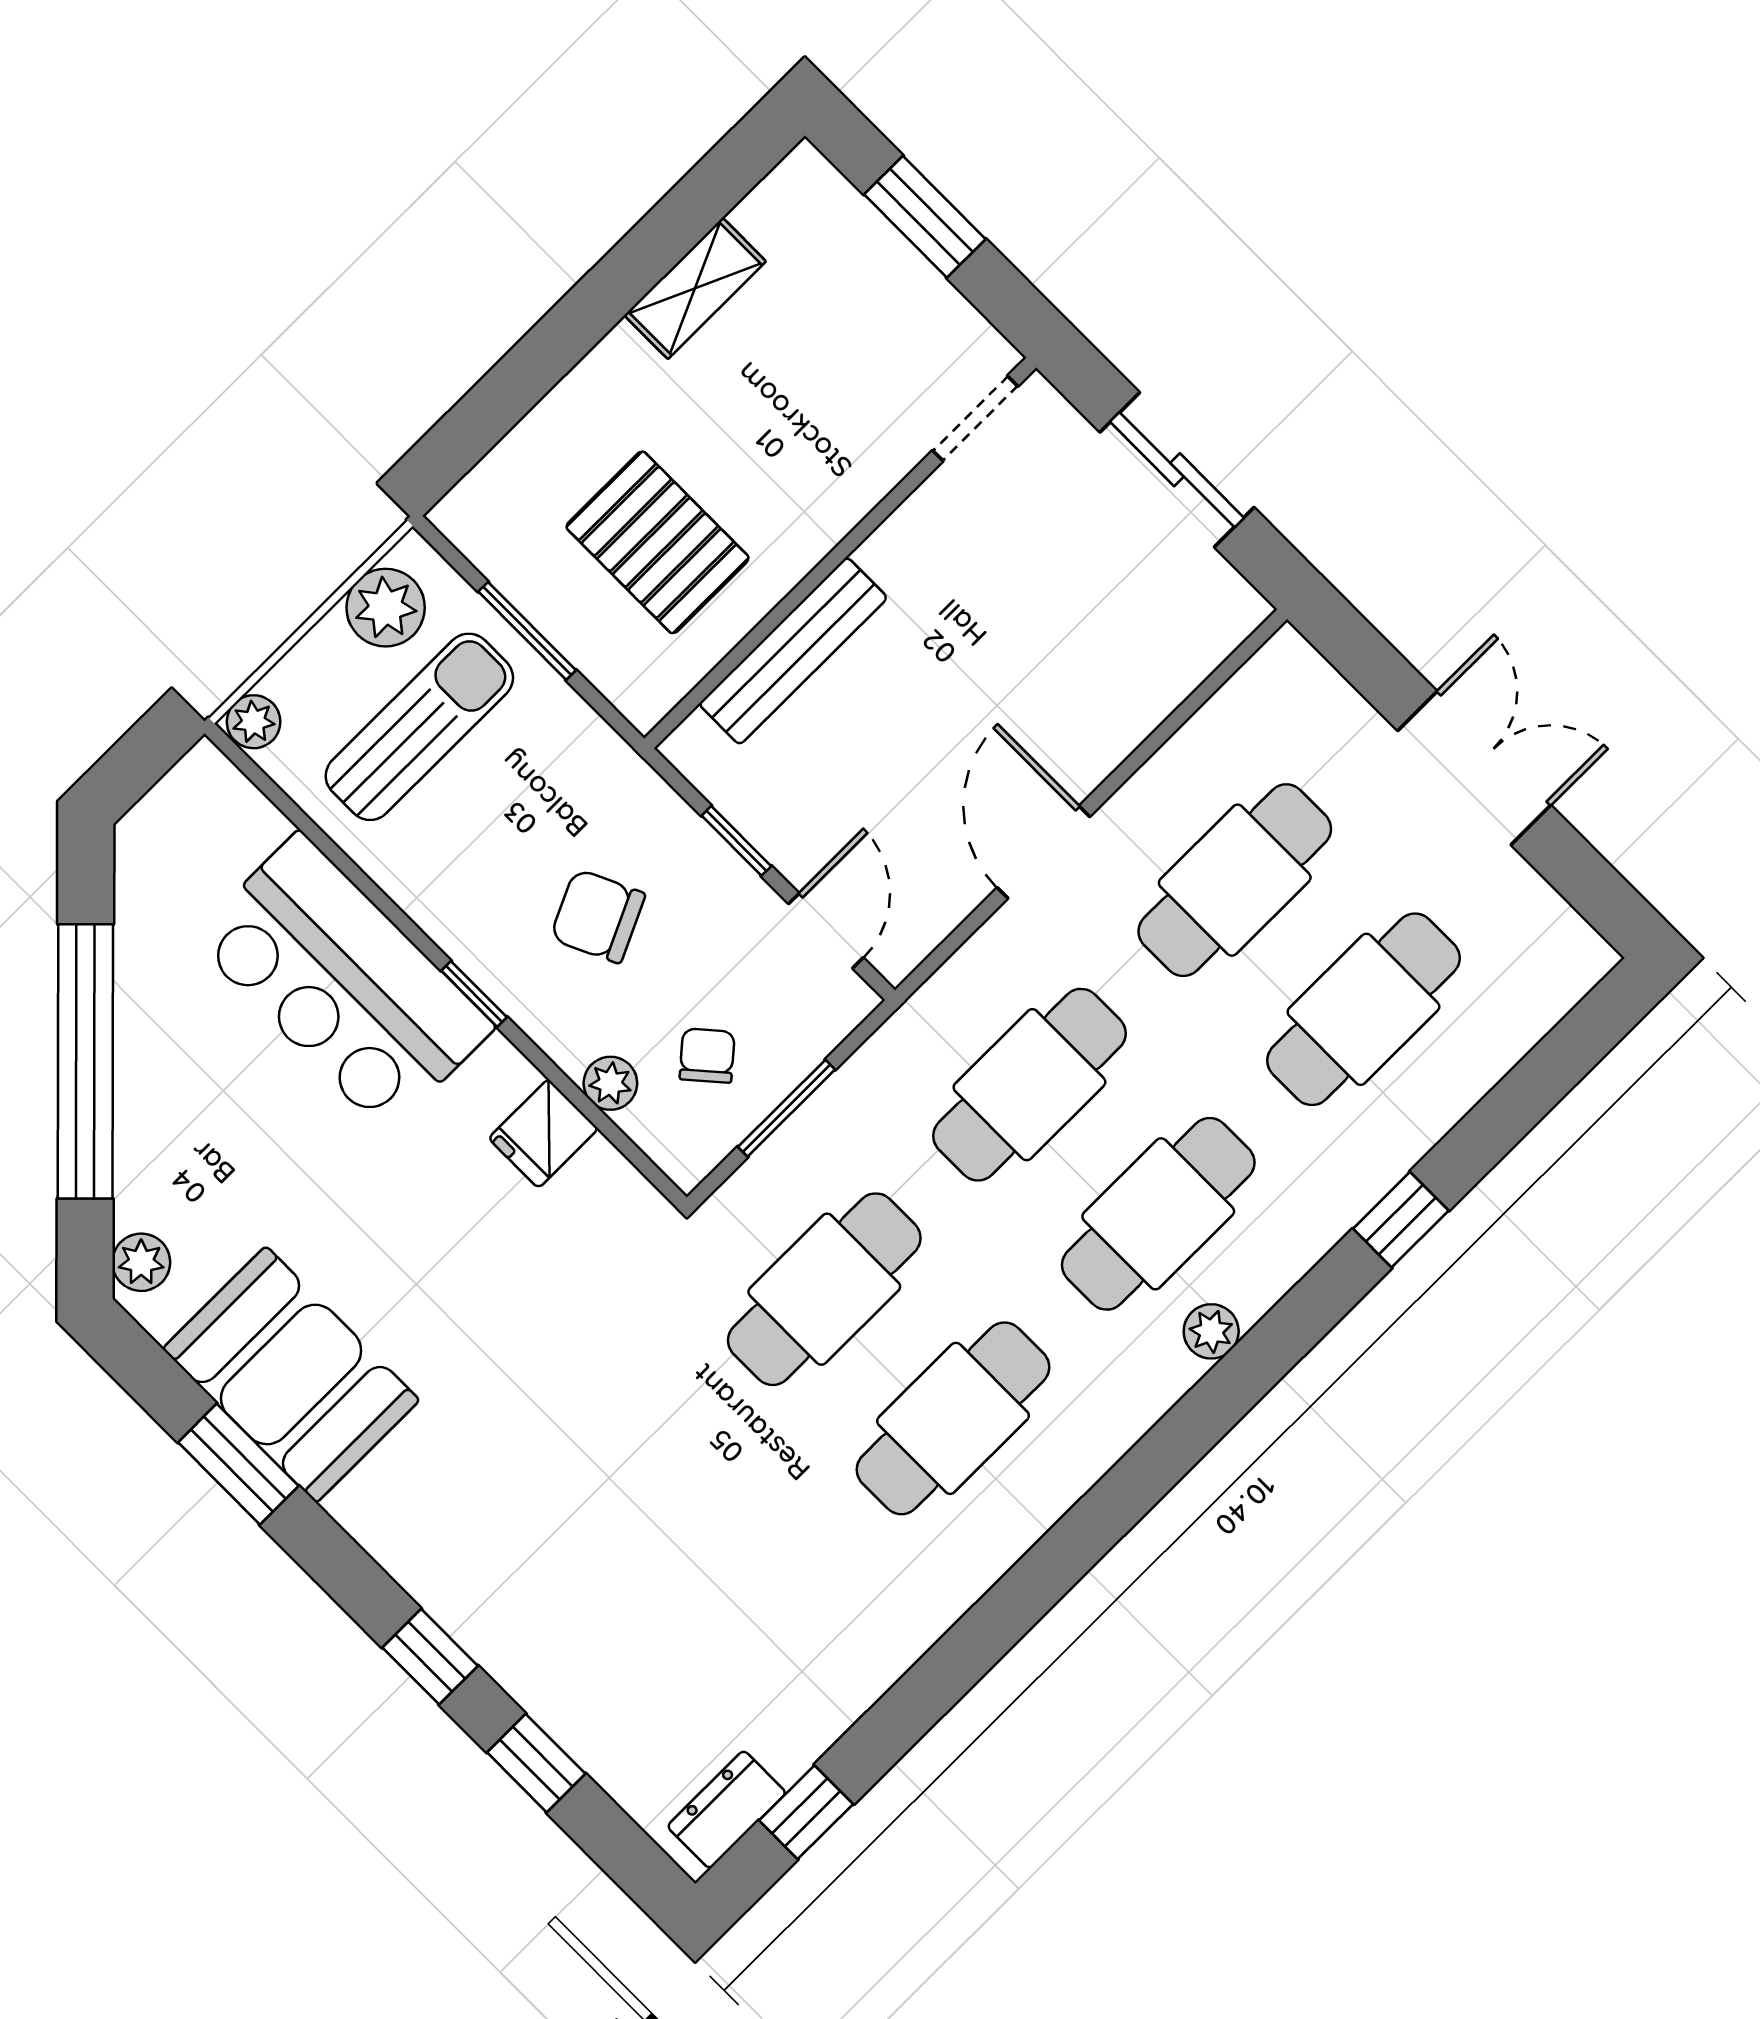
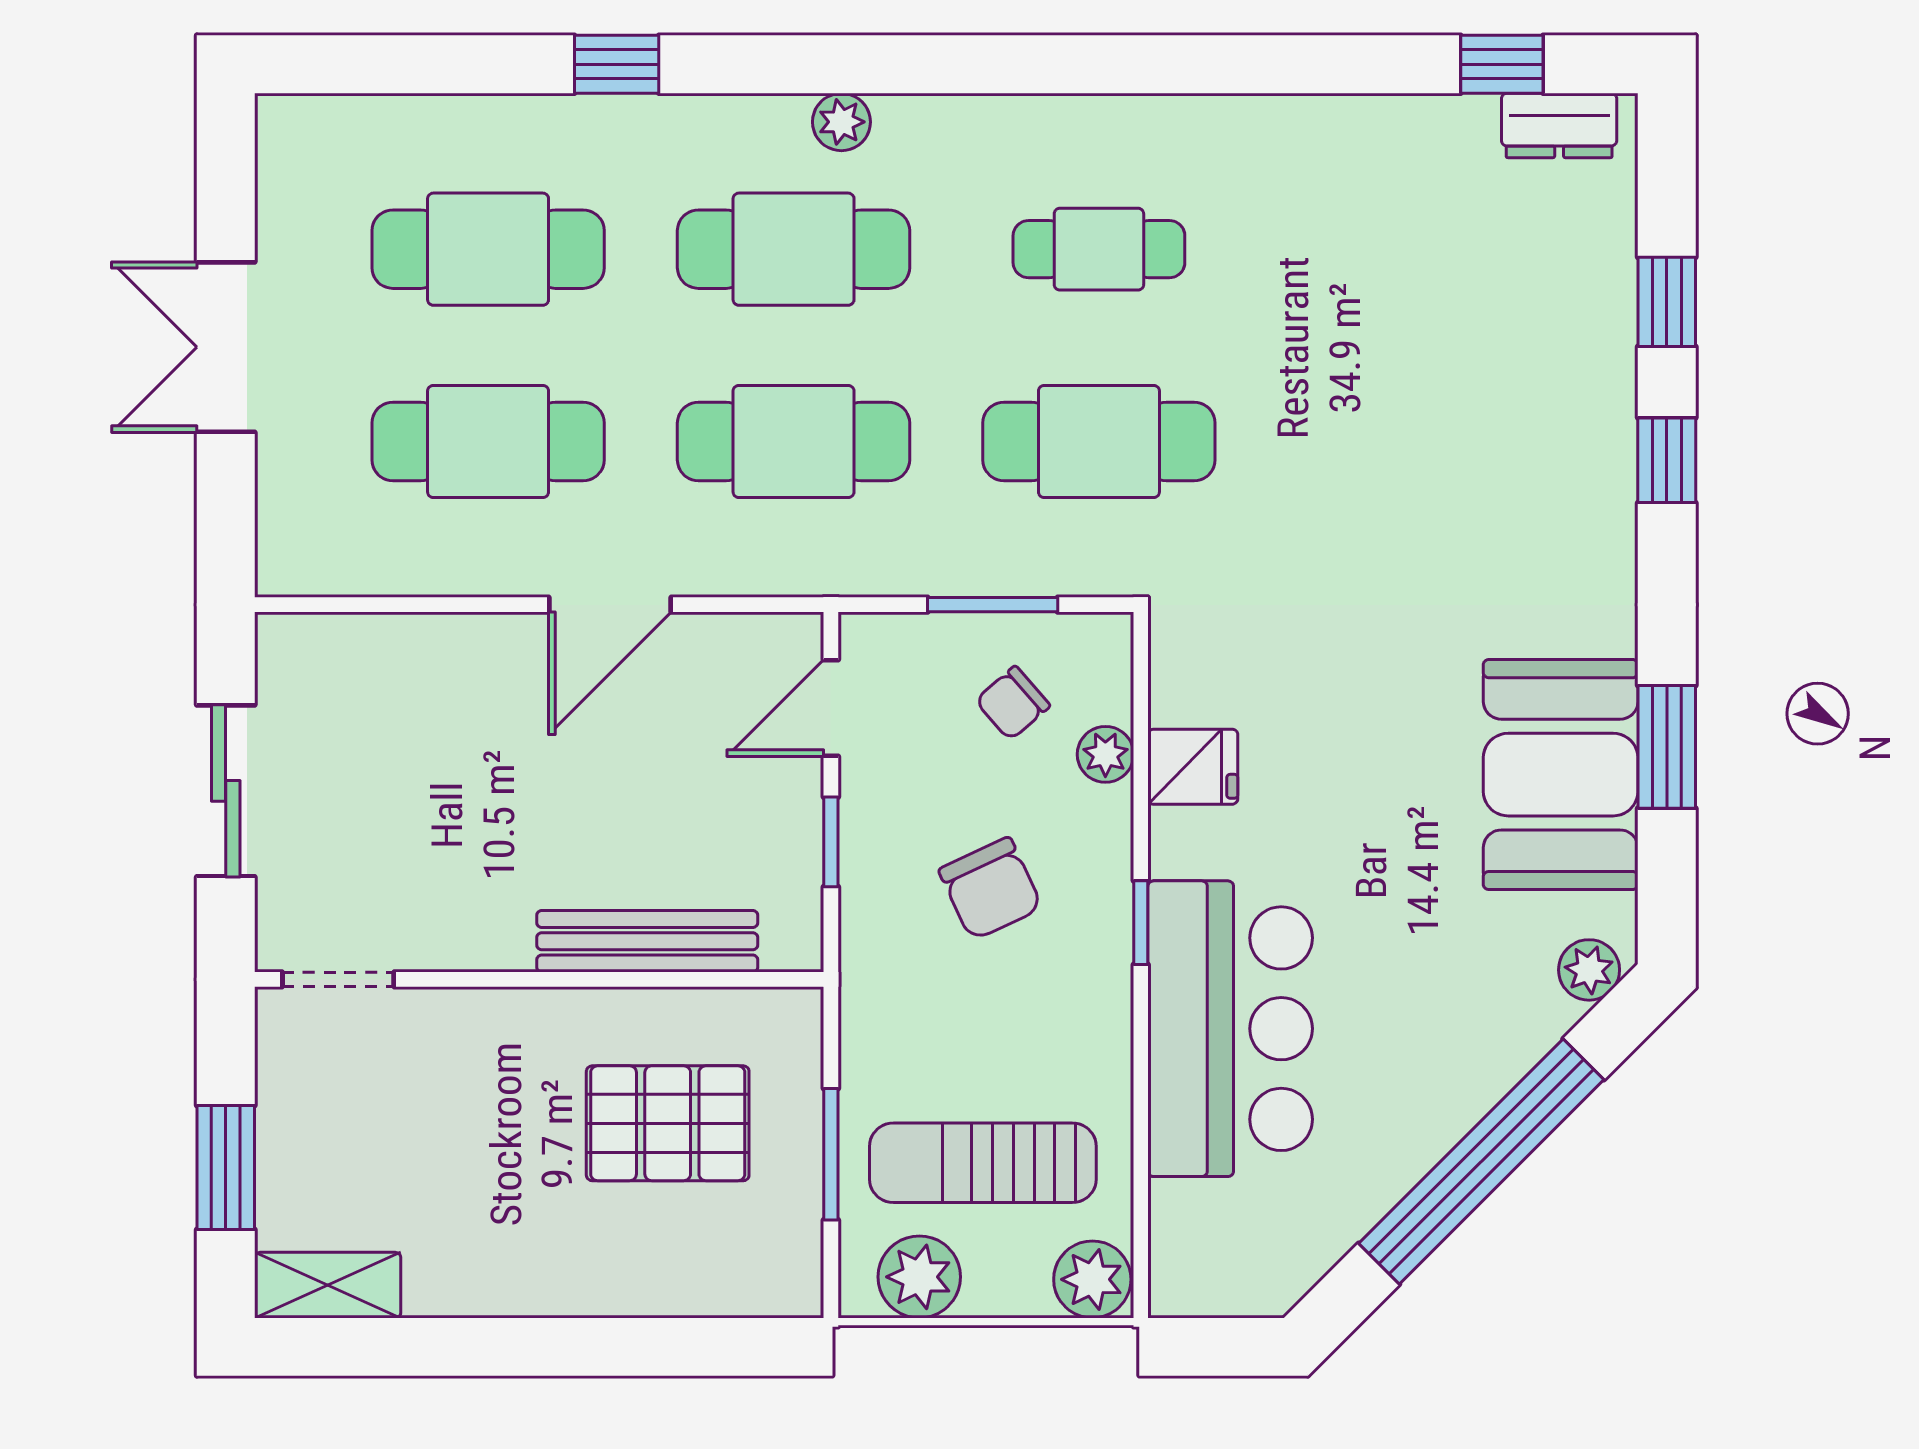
shelving: (695, 288) -> (328, 1285), moved
pallet: (658, 542) -> (668, 1123), turned 90
plant: (254, 722) -> (1092, 1279), width x1.38, depth x1.38
cafe table: (953, 1418) -> (1099, 249), width x0.73, depth x0.74

